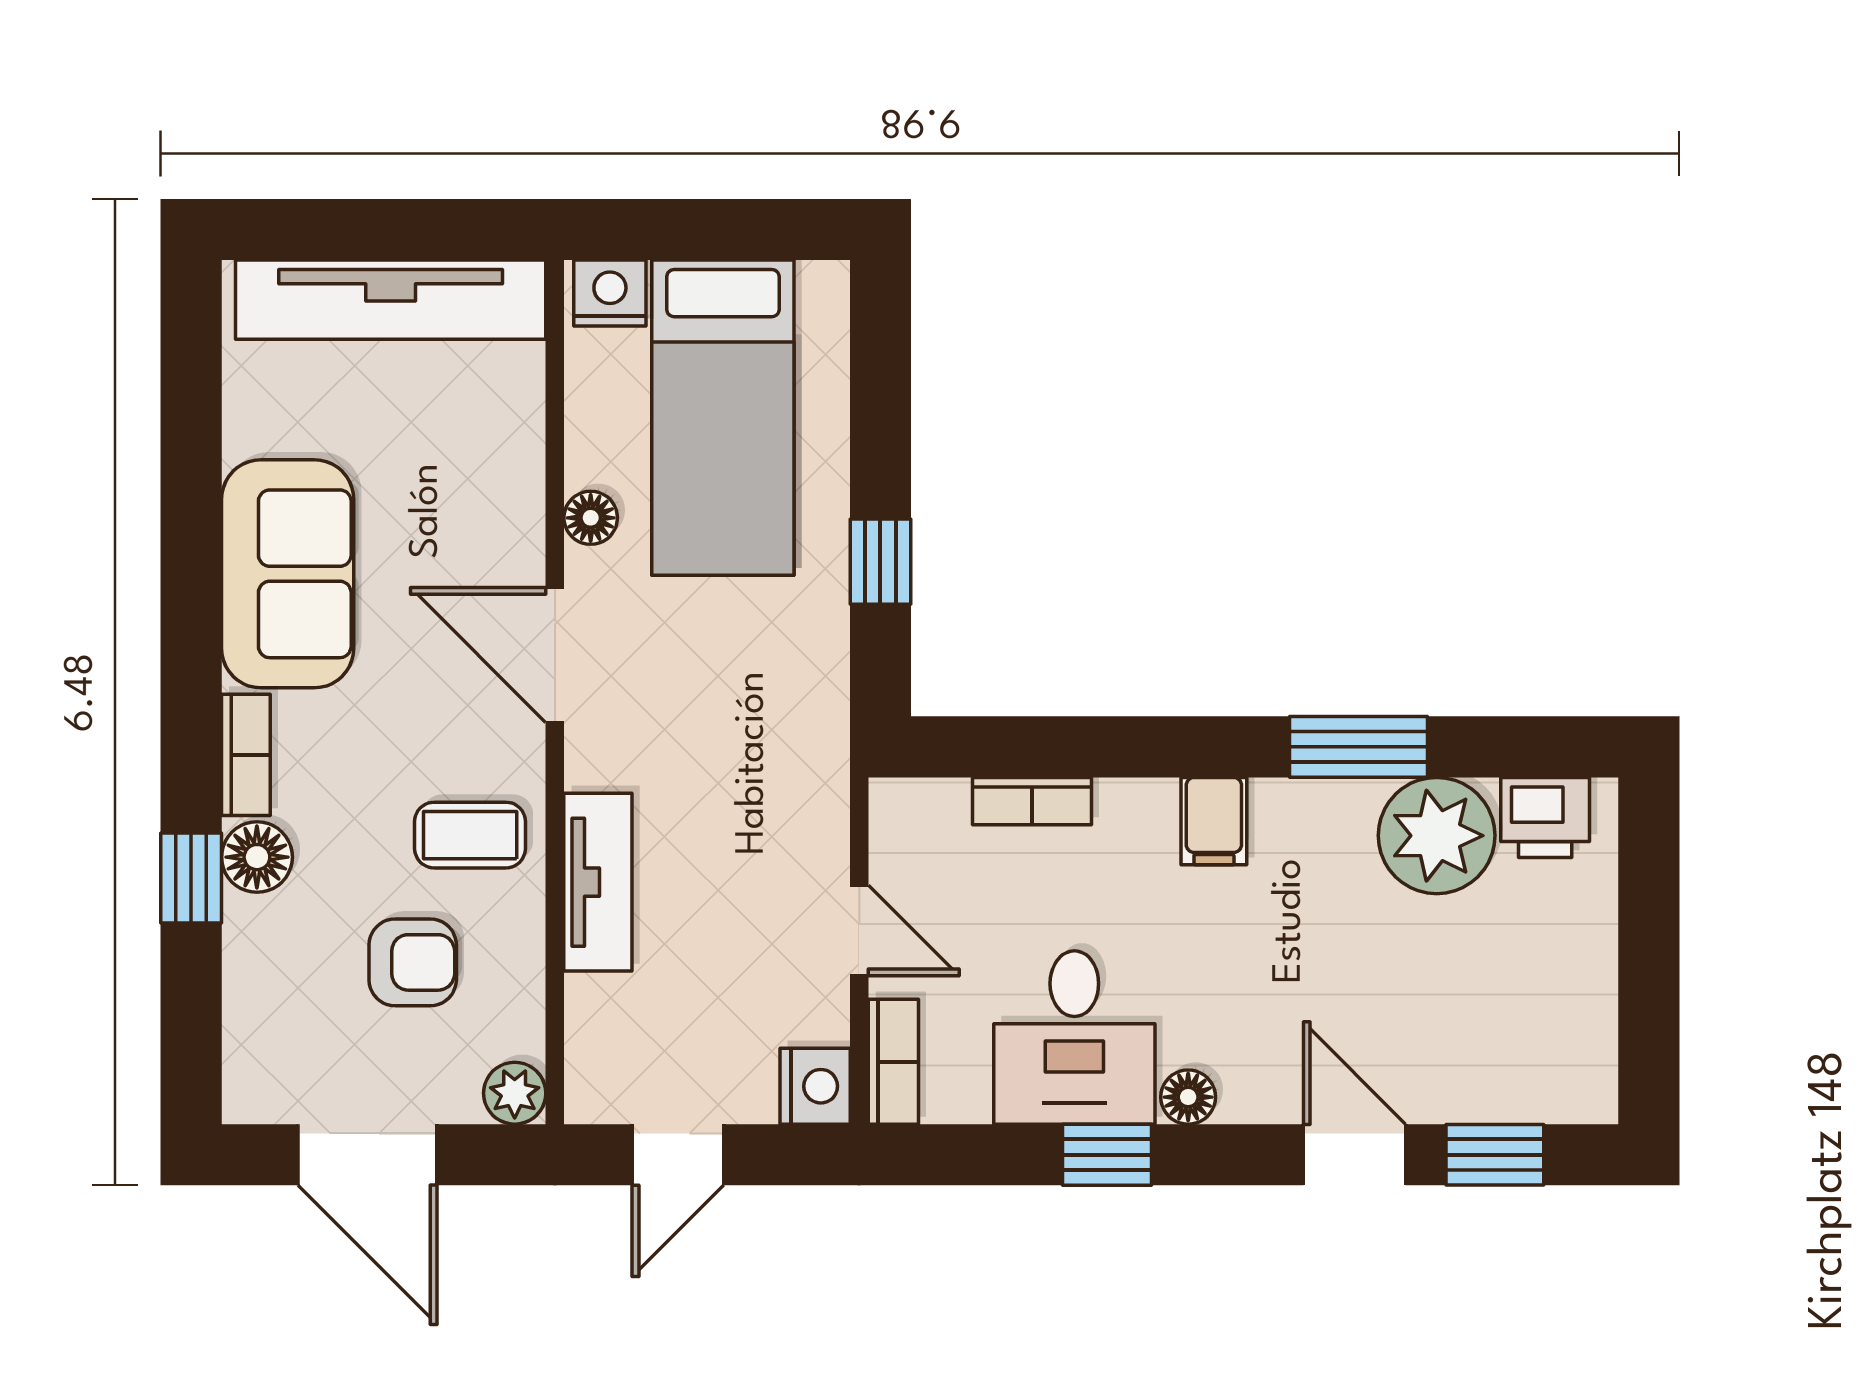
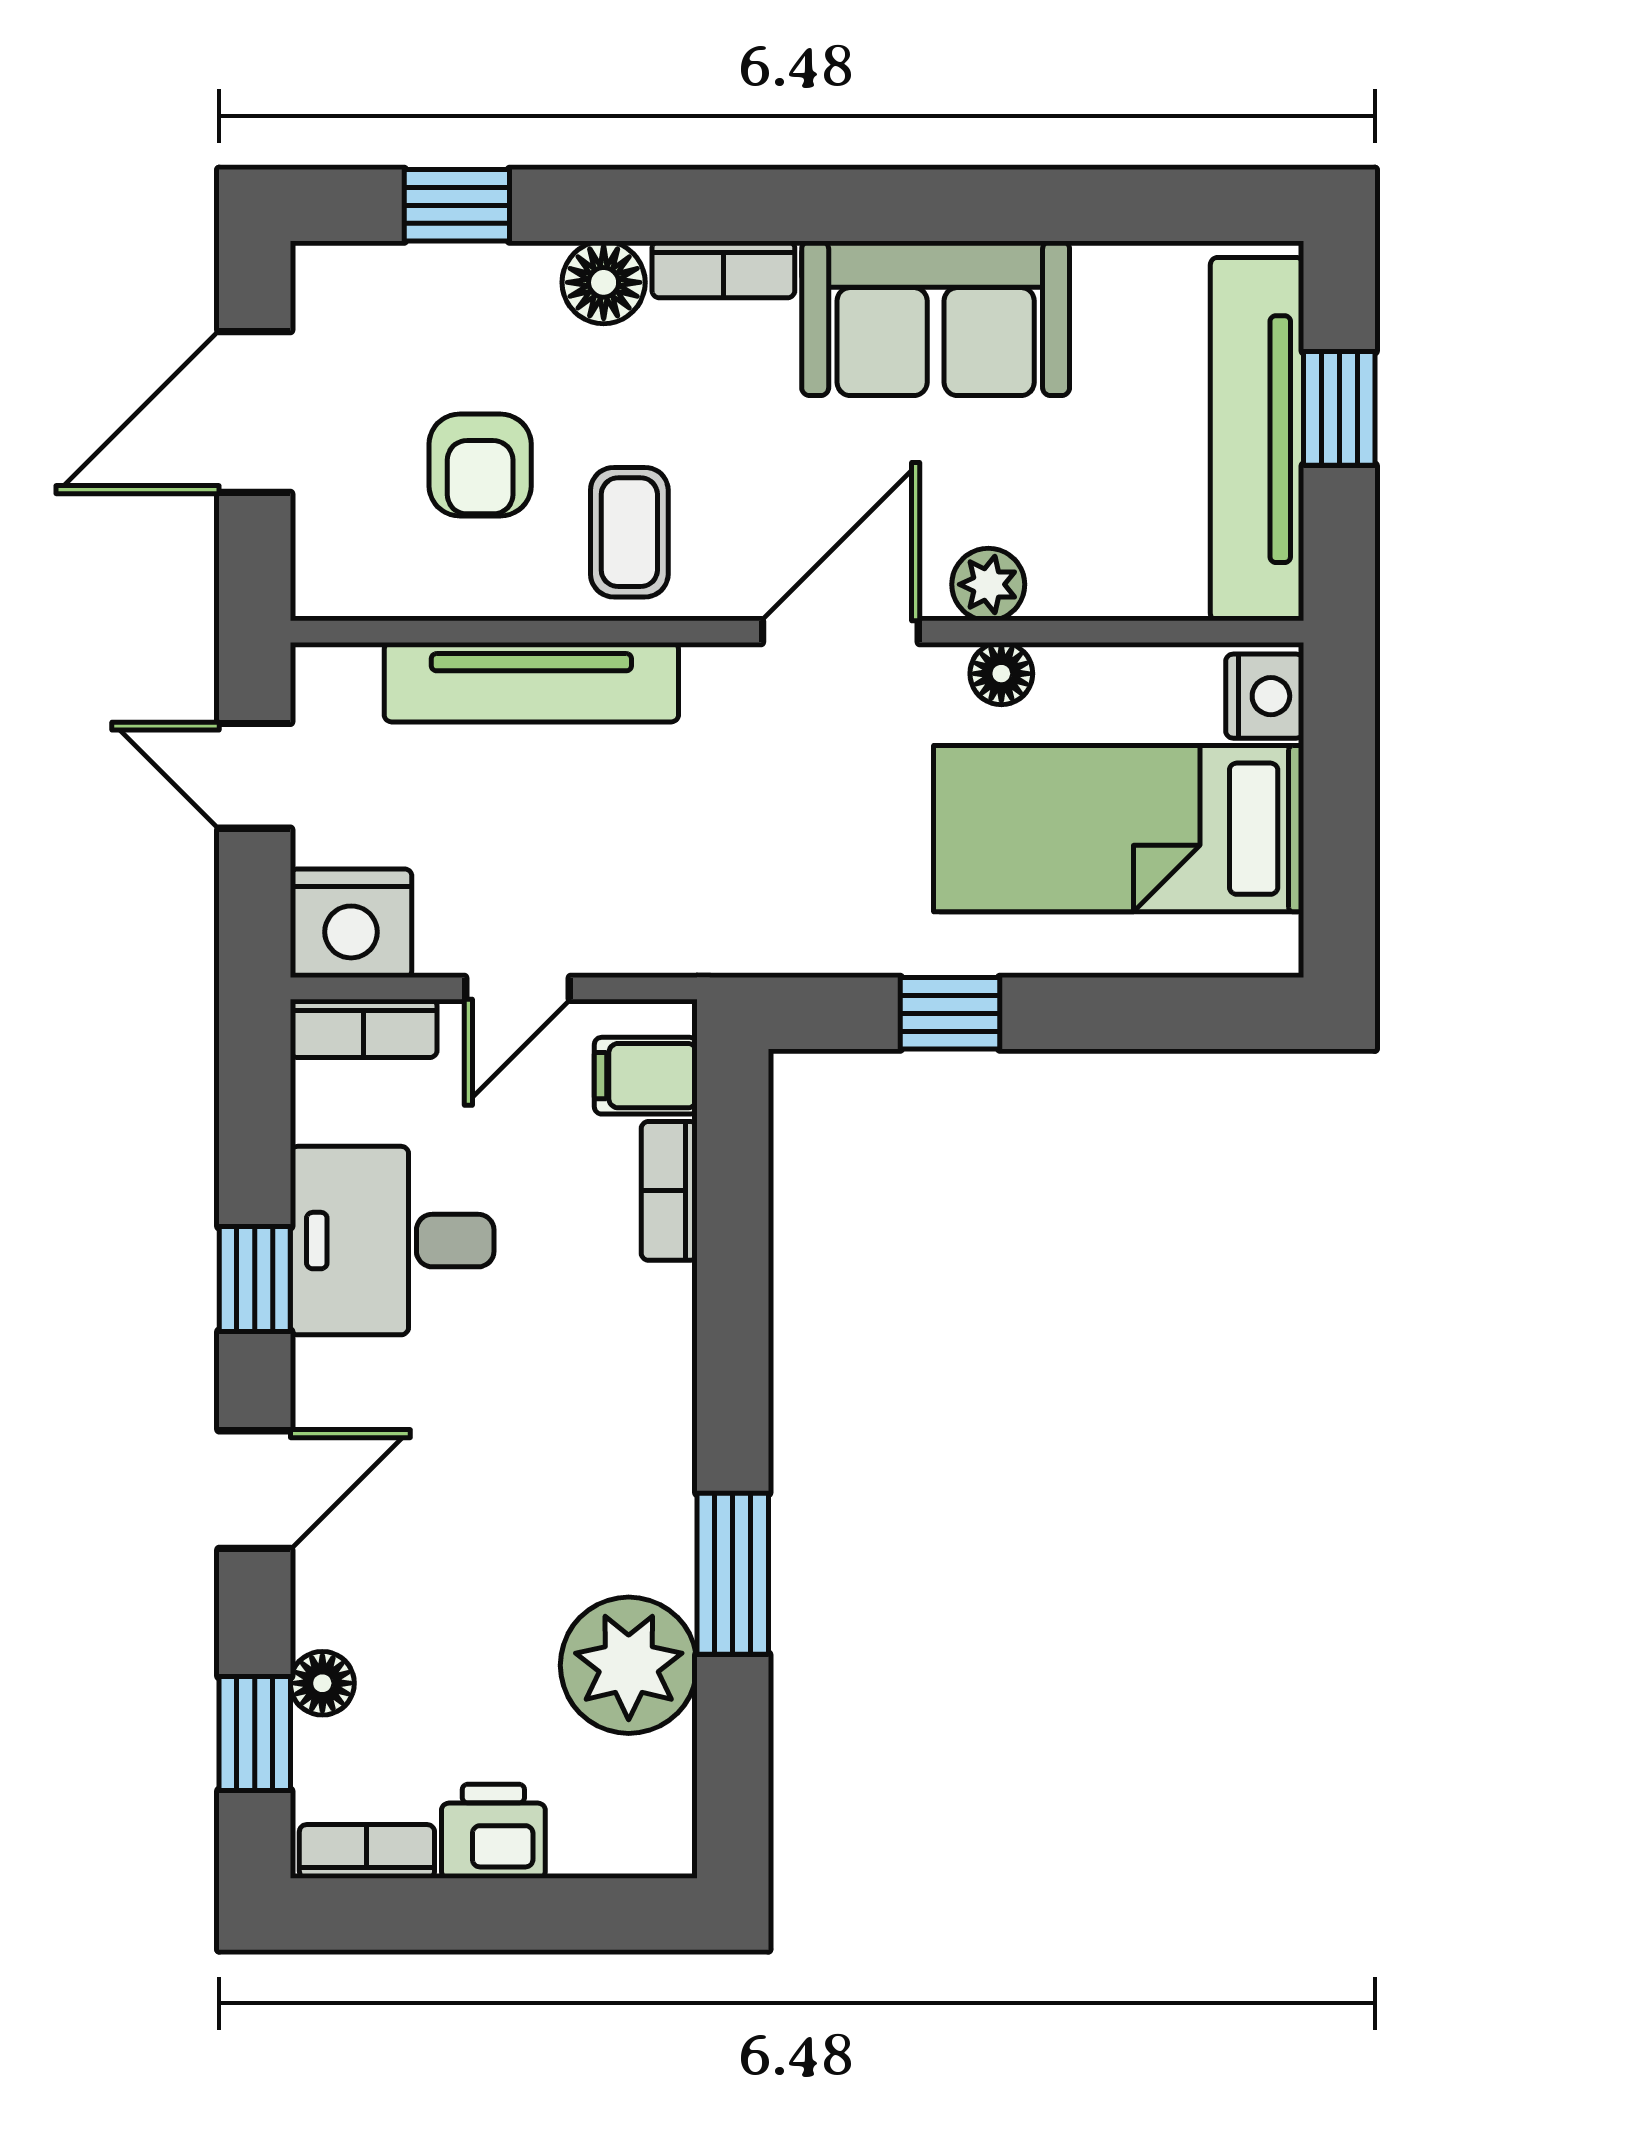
window: (365, 230) -> (1339, 408), added
printer: (1545, 818) -> (493, 1831), moved, turned 90
filing cabinet: (1214, 821) -> (646, 1076), moved
window: (191, 878) -> (457, 205), moved
tv unit: (598, 882) -> (531, 682), width x1.41
bookcase: (1595, 1059) -> (367, 1851), added
nightstand: (815, 1086) -> (351, 923), width x1.36, depth x1.33
plant: (515, 1093) -> (988, 584), moved
floor lamp: (1188, 1097) -> (322, 1683), moved
door: (1354, 1155) -> (255, 1490), moved

